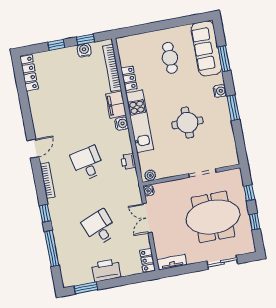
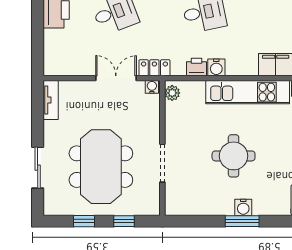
water cooler: (220, 91) -> (243, 207), moved
water cooler: (122, 124) -> (216, 67), moved
locker: (147, 260) -> (154, 68), moved

